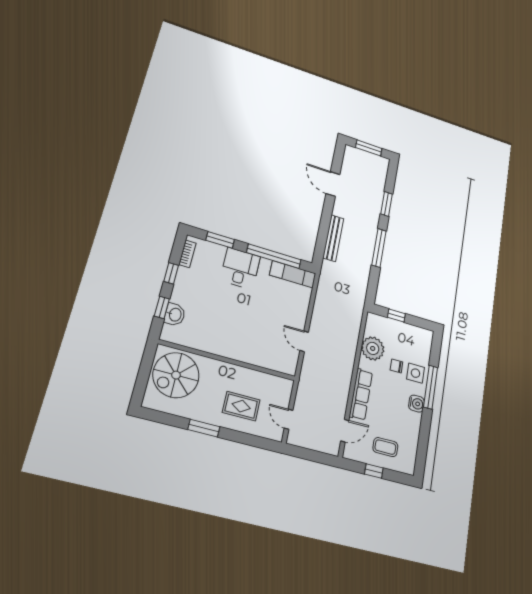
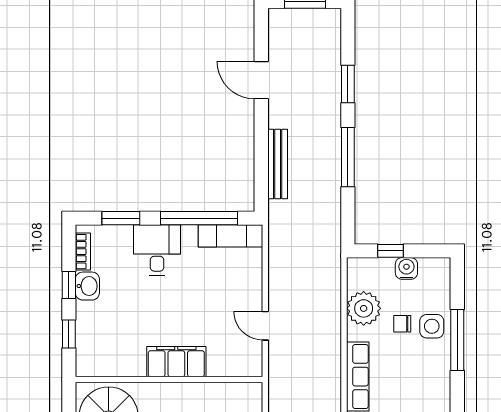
washbasin: (175, 315) -> (87, 286), moved
filing cabinet: (236, 349) -> (176, 362), added
water cooler: (416, 404) -> (406, 268), moved, turned -90

